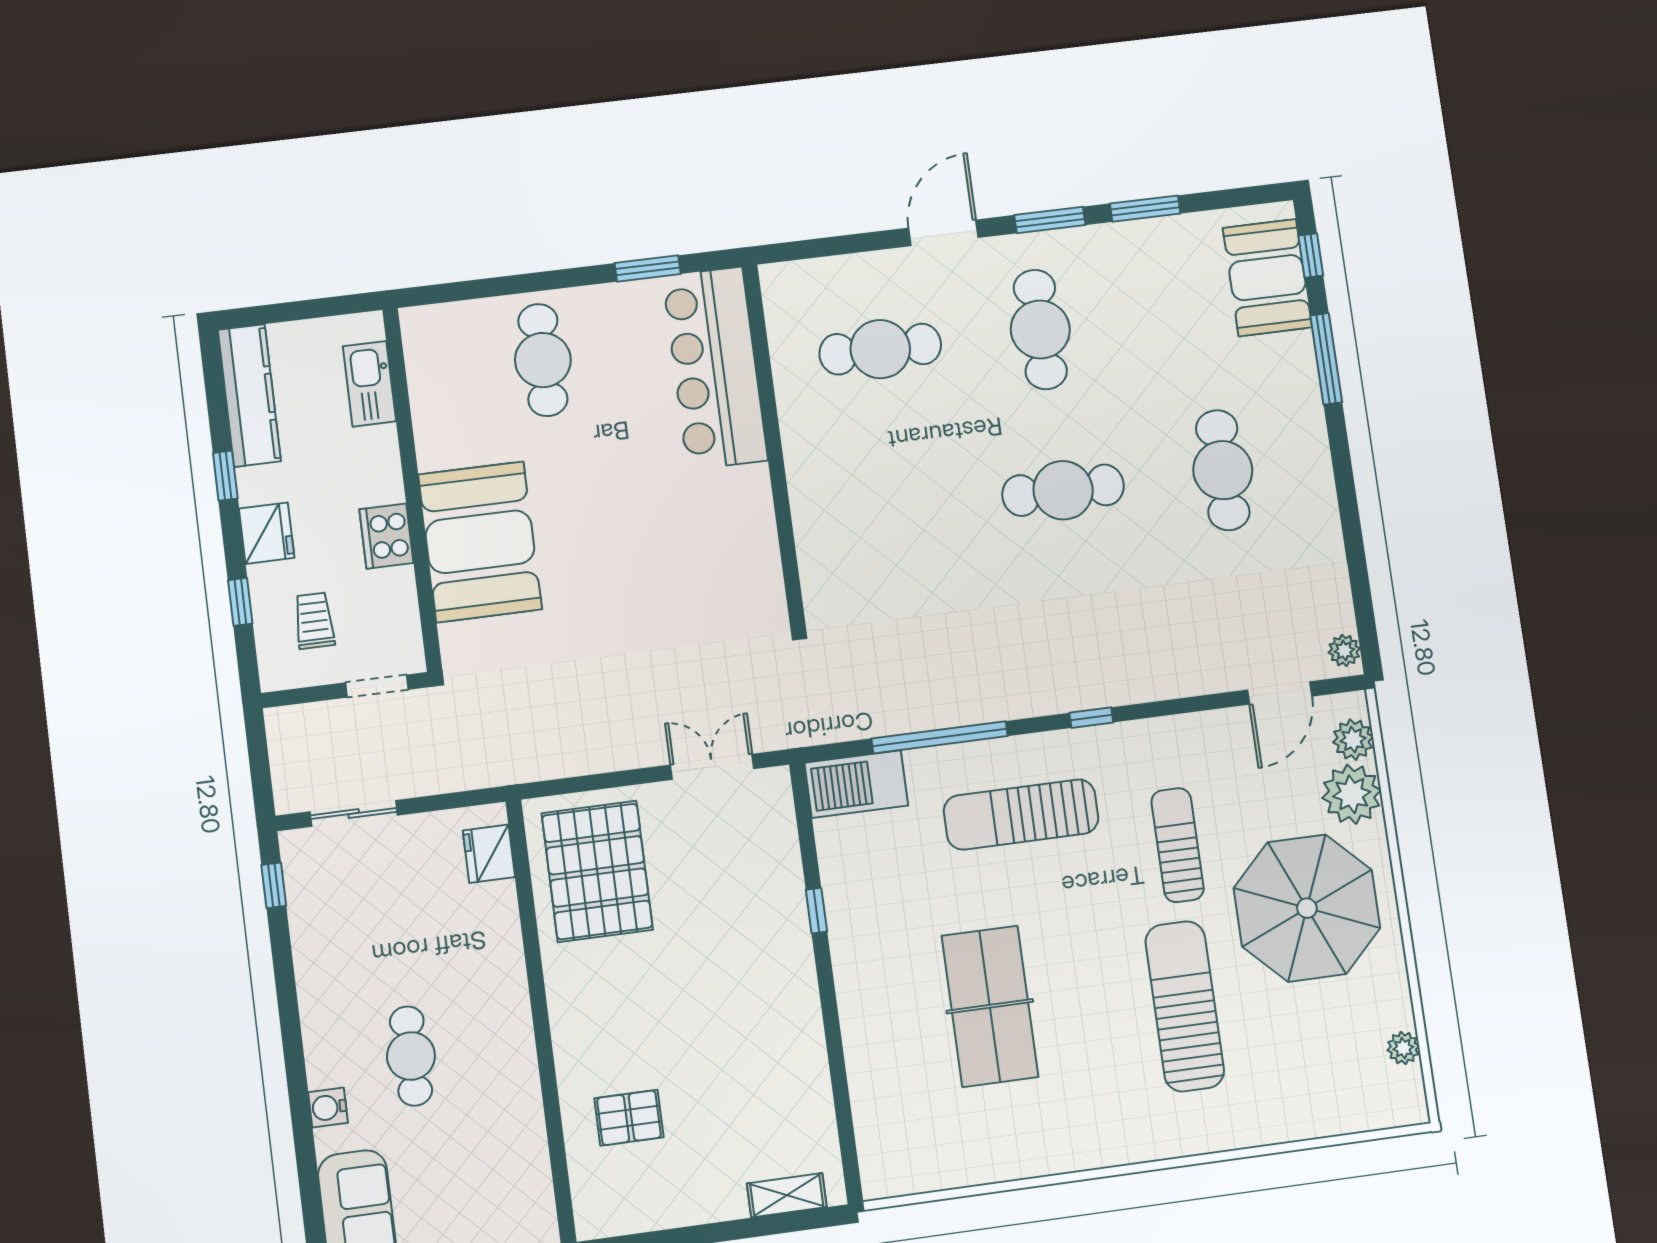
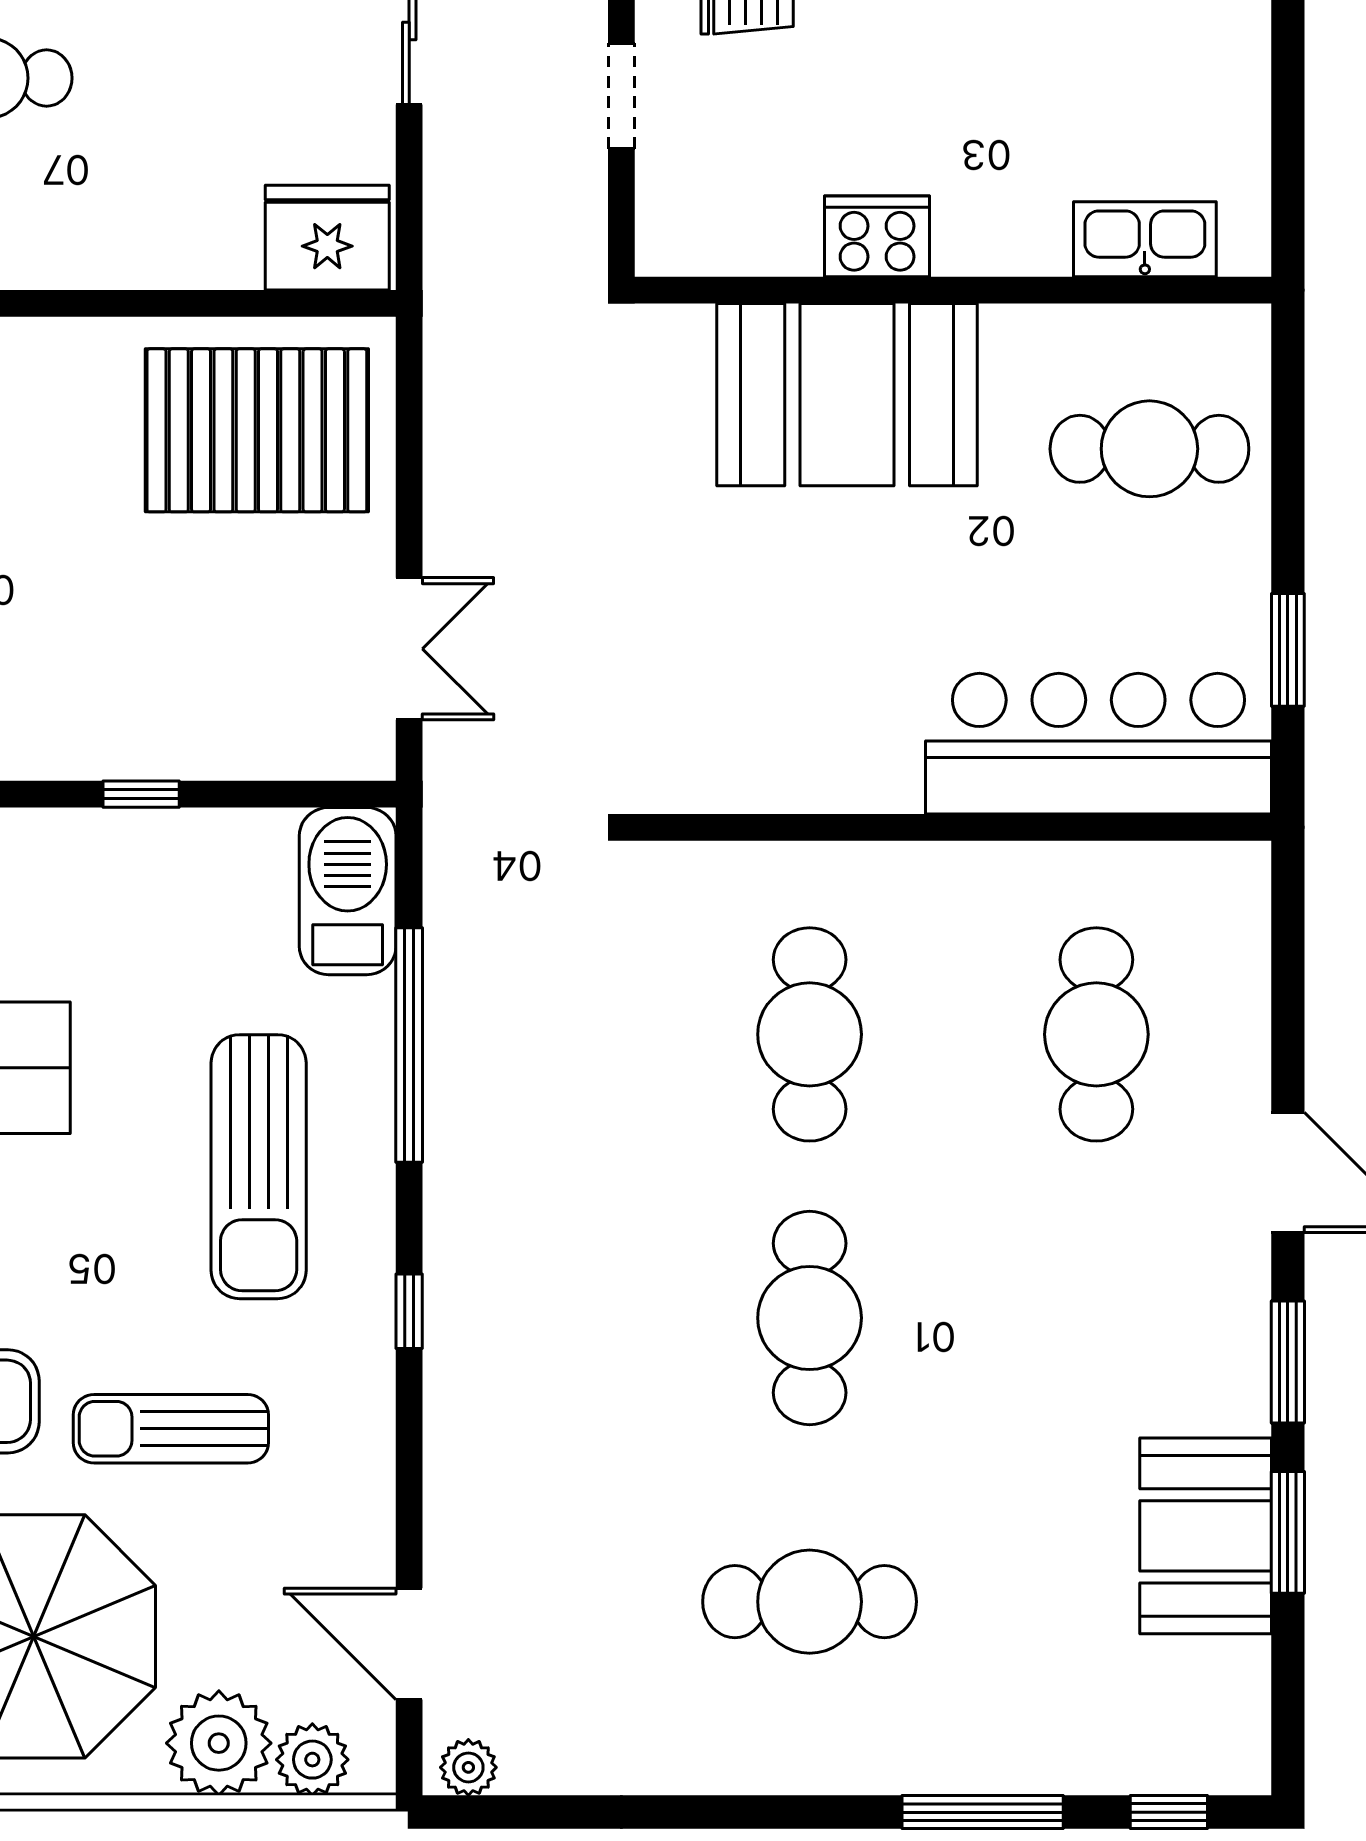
booth: (1267, 278) -> (1206, 1536), moved, turned 90
cafe table: (1040, 329) -> (810, 1034), moved, turned 90
kitchen sink: (369, 384) -> (1145, 239), moved
wall: (412, 489) -> (953, 290), moved
cooker: (386, 536) -> (877, 236), moved
booth: (480, 542) -> (847, 395), moved
sun lounger: (1021, 815) -> (259, 1167), turned 180
sun lounger: (1178, 845) -> (171, 1429), turned 180
fridge: (489, 854) -> (327, 238), width x1.36, depth x1.34

